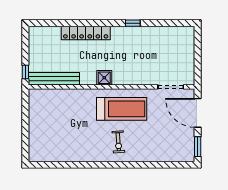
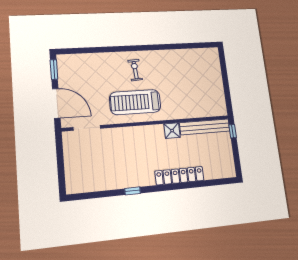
shower: (104, 78) -> (172, 131), moved

